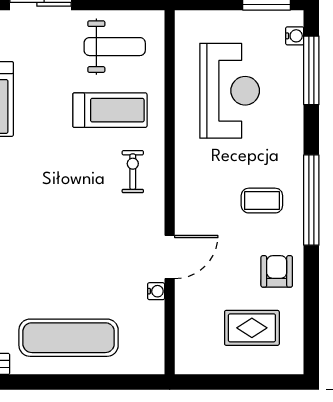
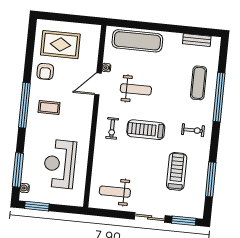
treadmill: (110, 110) -> (146, 130), moved
weight bench: (93, 254) -> (136, 89), added
rug: (252, 328) -> (60, 45), width x1.36, depth x1.43
exercise mat: (69, 338) -> (137, 41), moved

